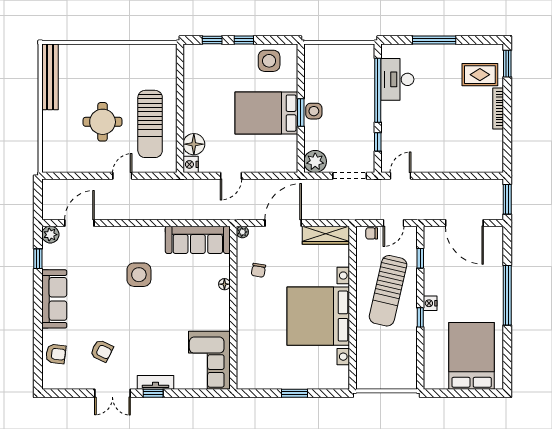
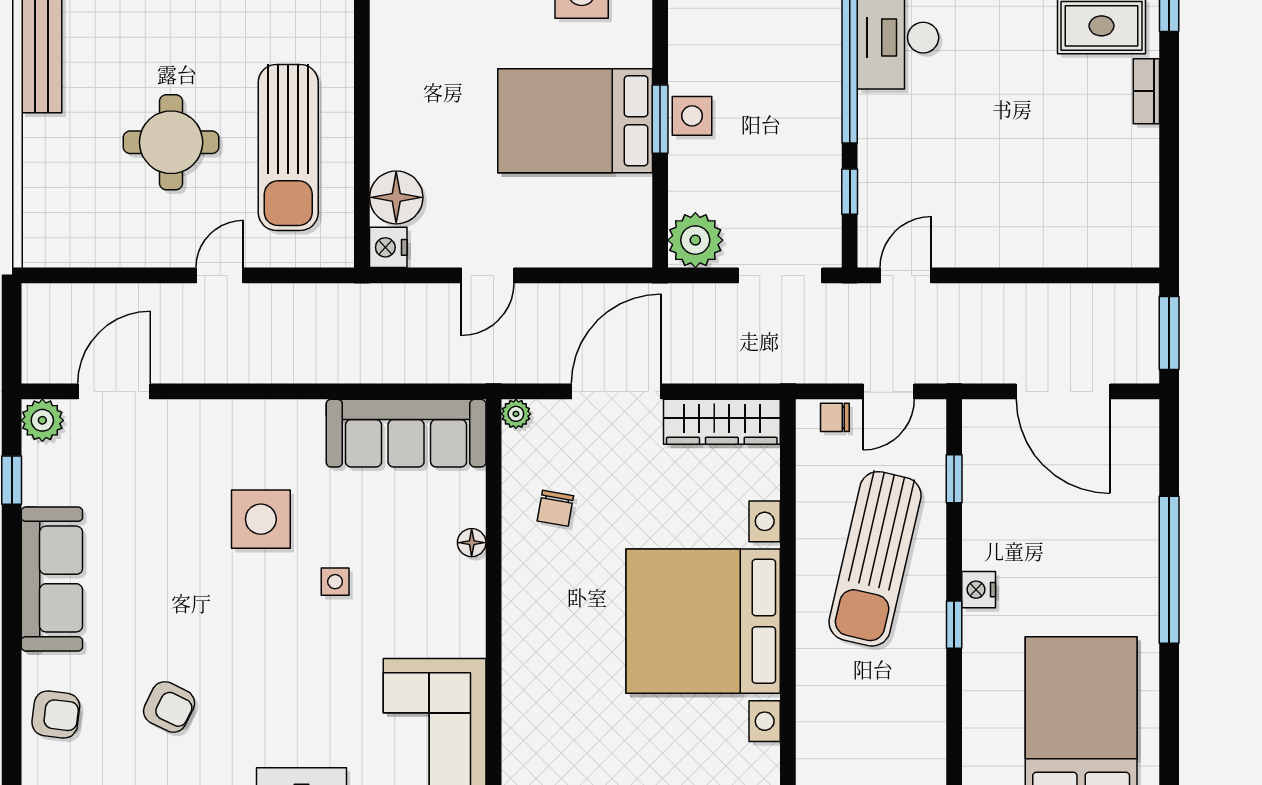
bookcase: (498, 109) -> (1146, 91), width x0.64
side table: (169, 300) -> (335, 582), added

